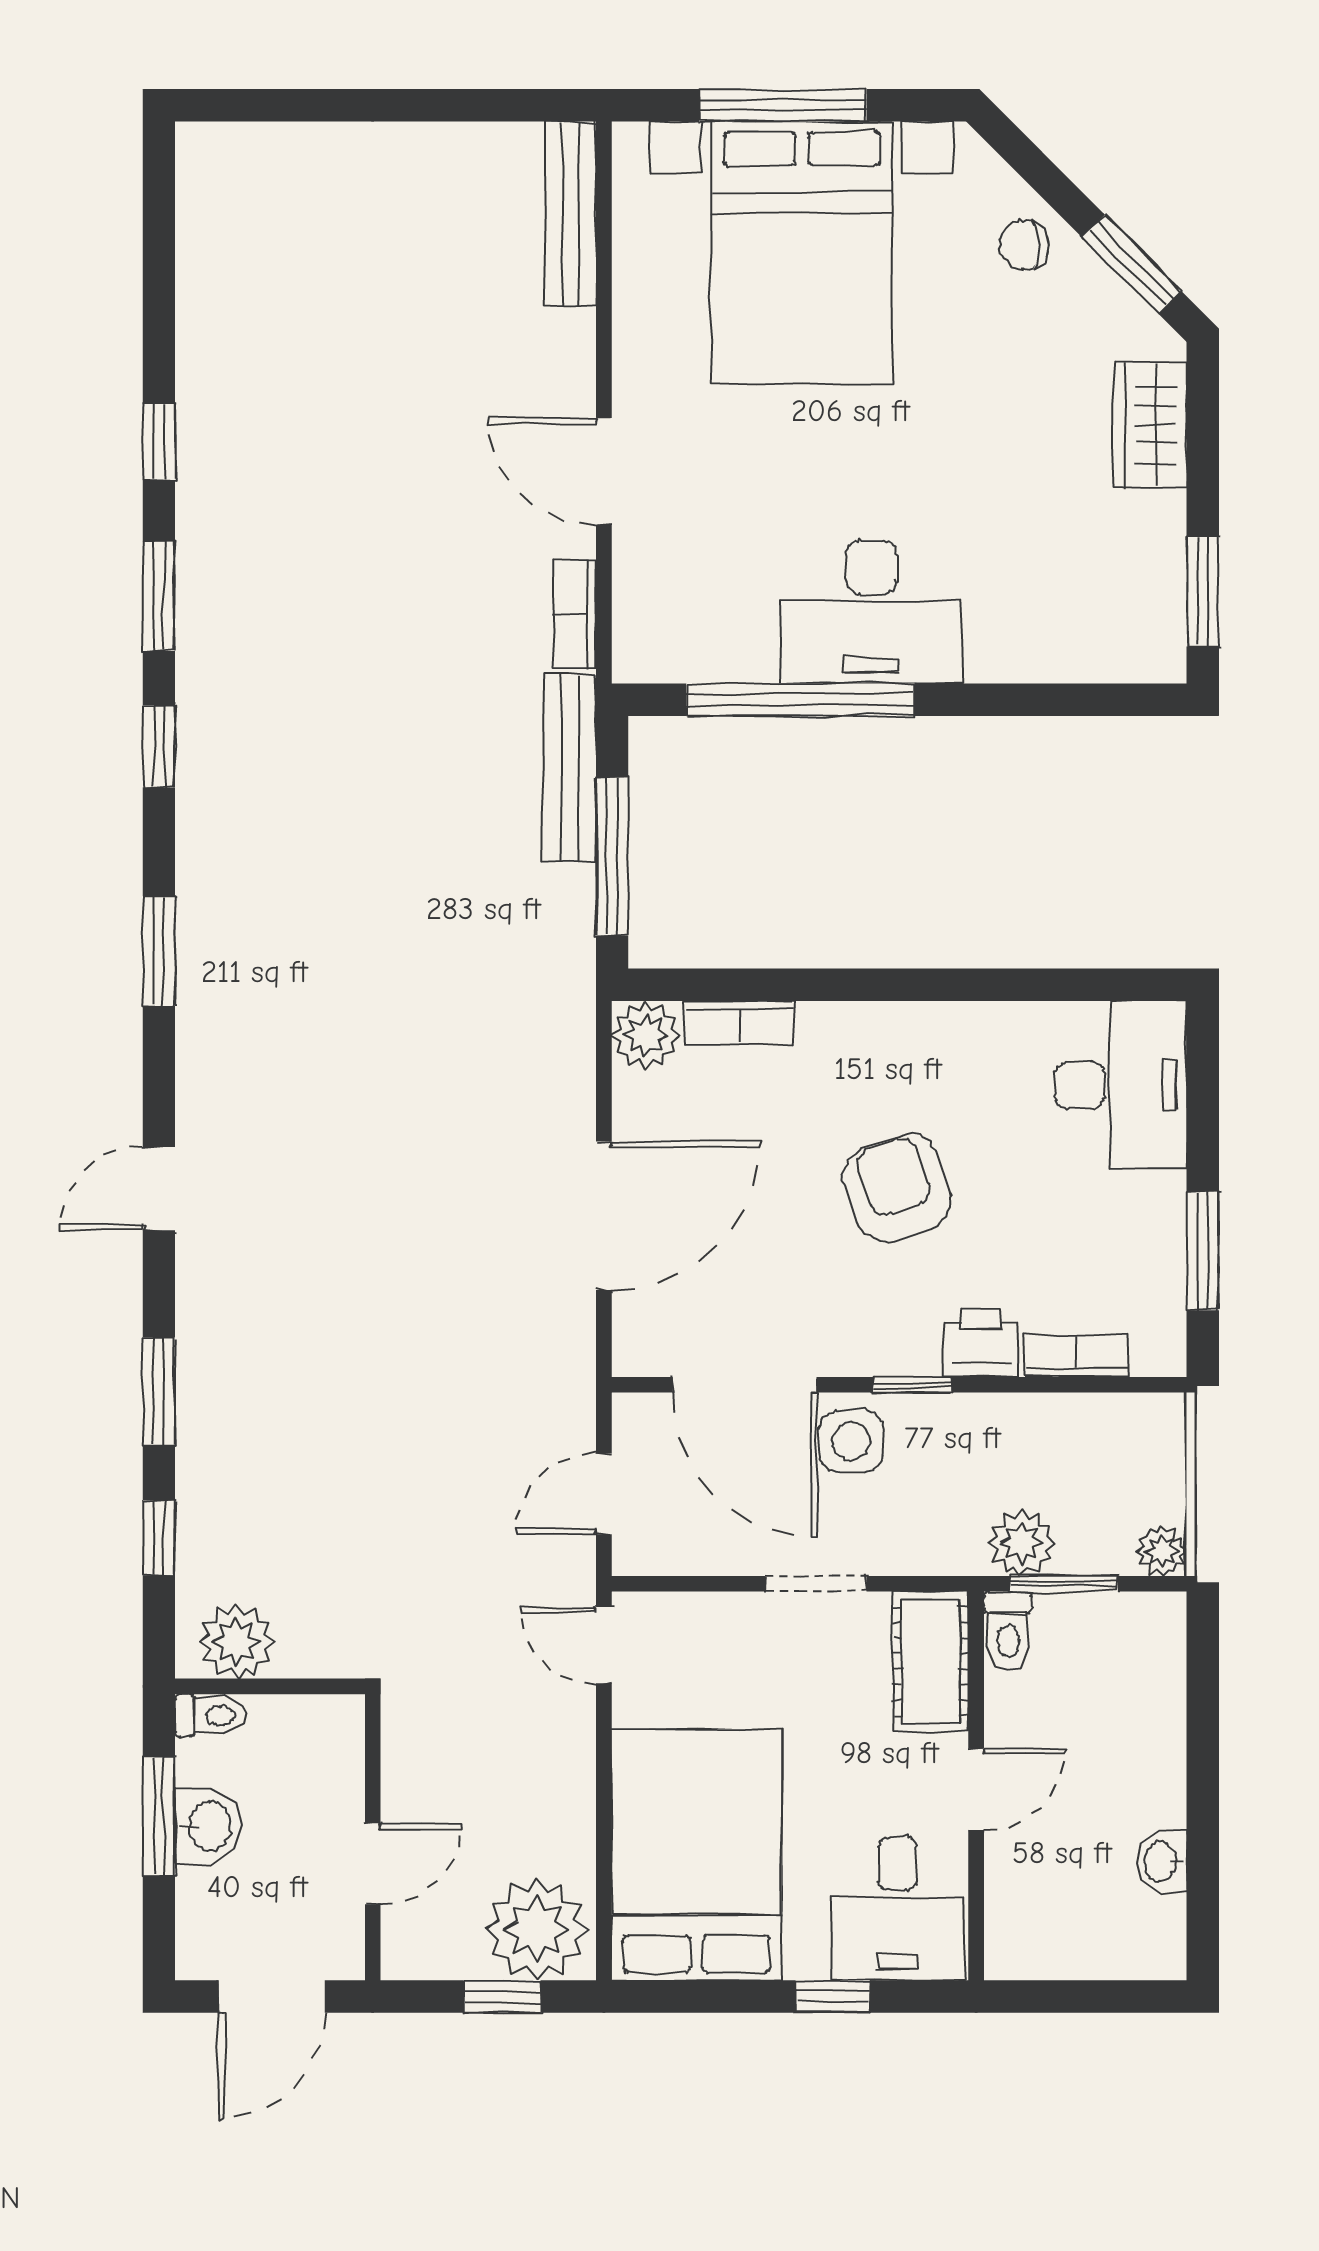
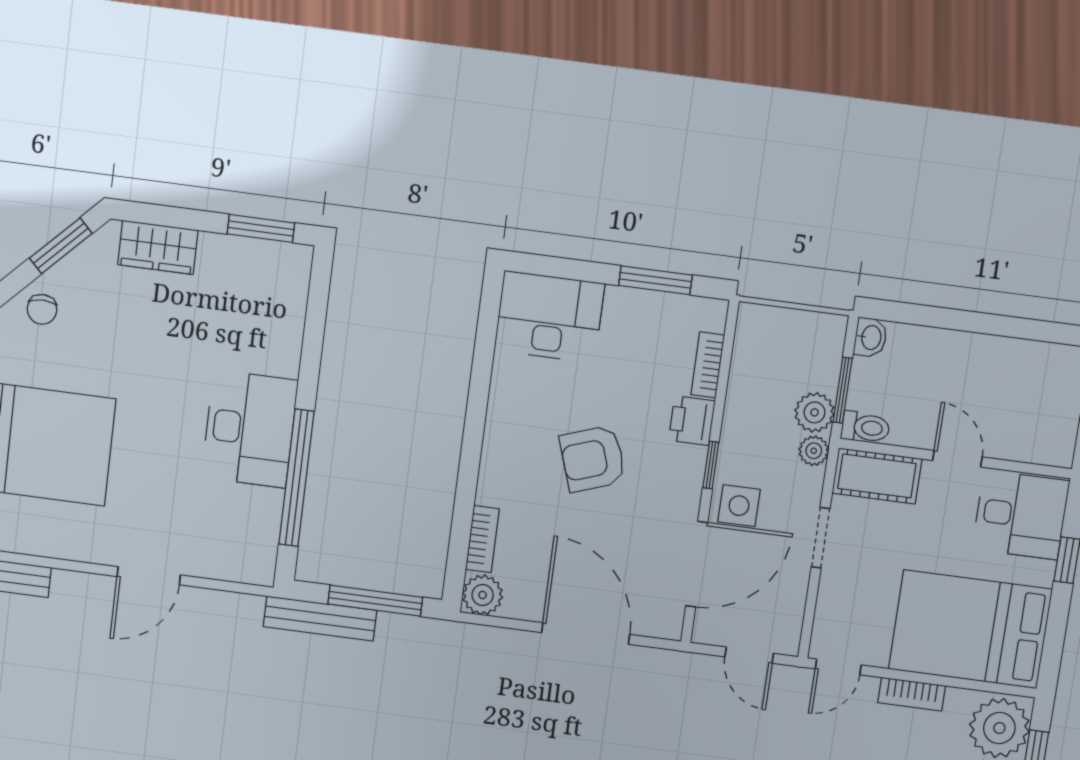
bookcase: (574, 614) -> (912, 694), moved
plant: (1162, 1551) -> (814, 451), moved
washbasin: (1162, 1862) -> (870, 337), moved, turned -90

